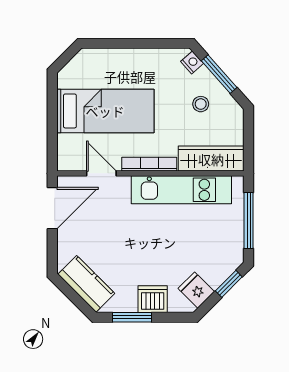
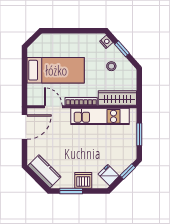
window: (219, 74) -> (122, 49), width x0.67
window: (249, 220) -> (139, 134), width x0.69

